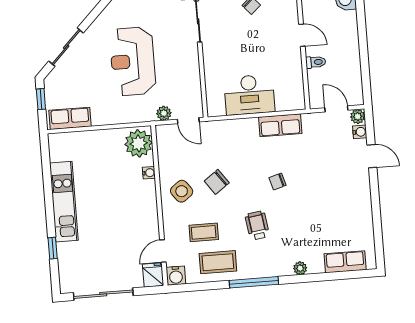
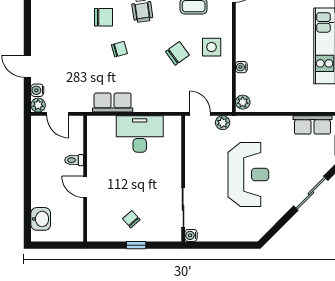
plant: (139, 143) -> (243, 102), width x0.53, depth x0.53
side table: (182, 191) -> (212, 47), turned 37
chair: (297, 213) -> (103, 17), added

